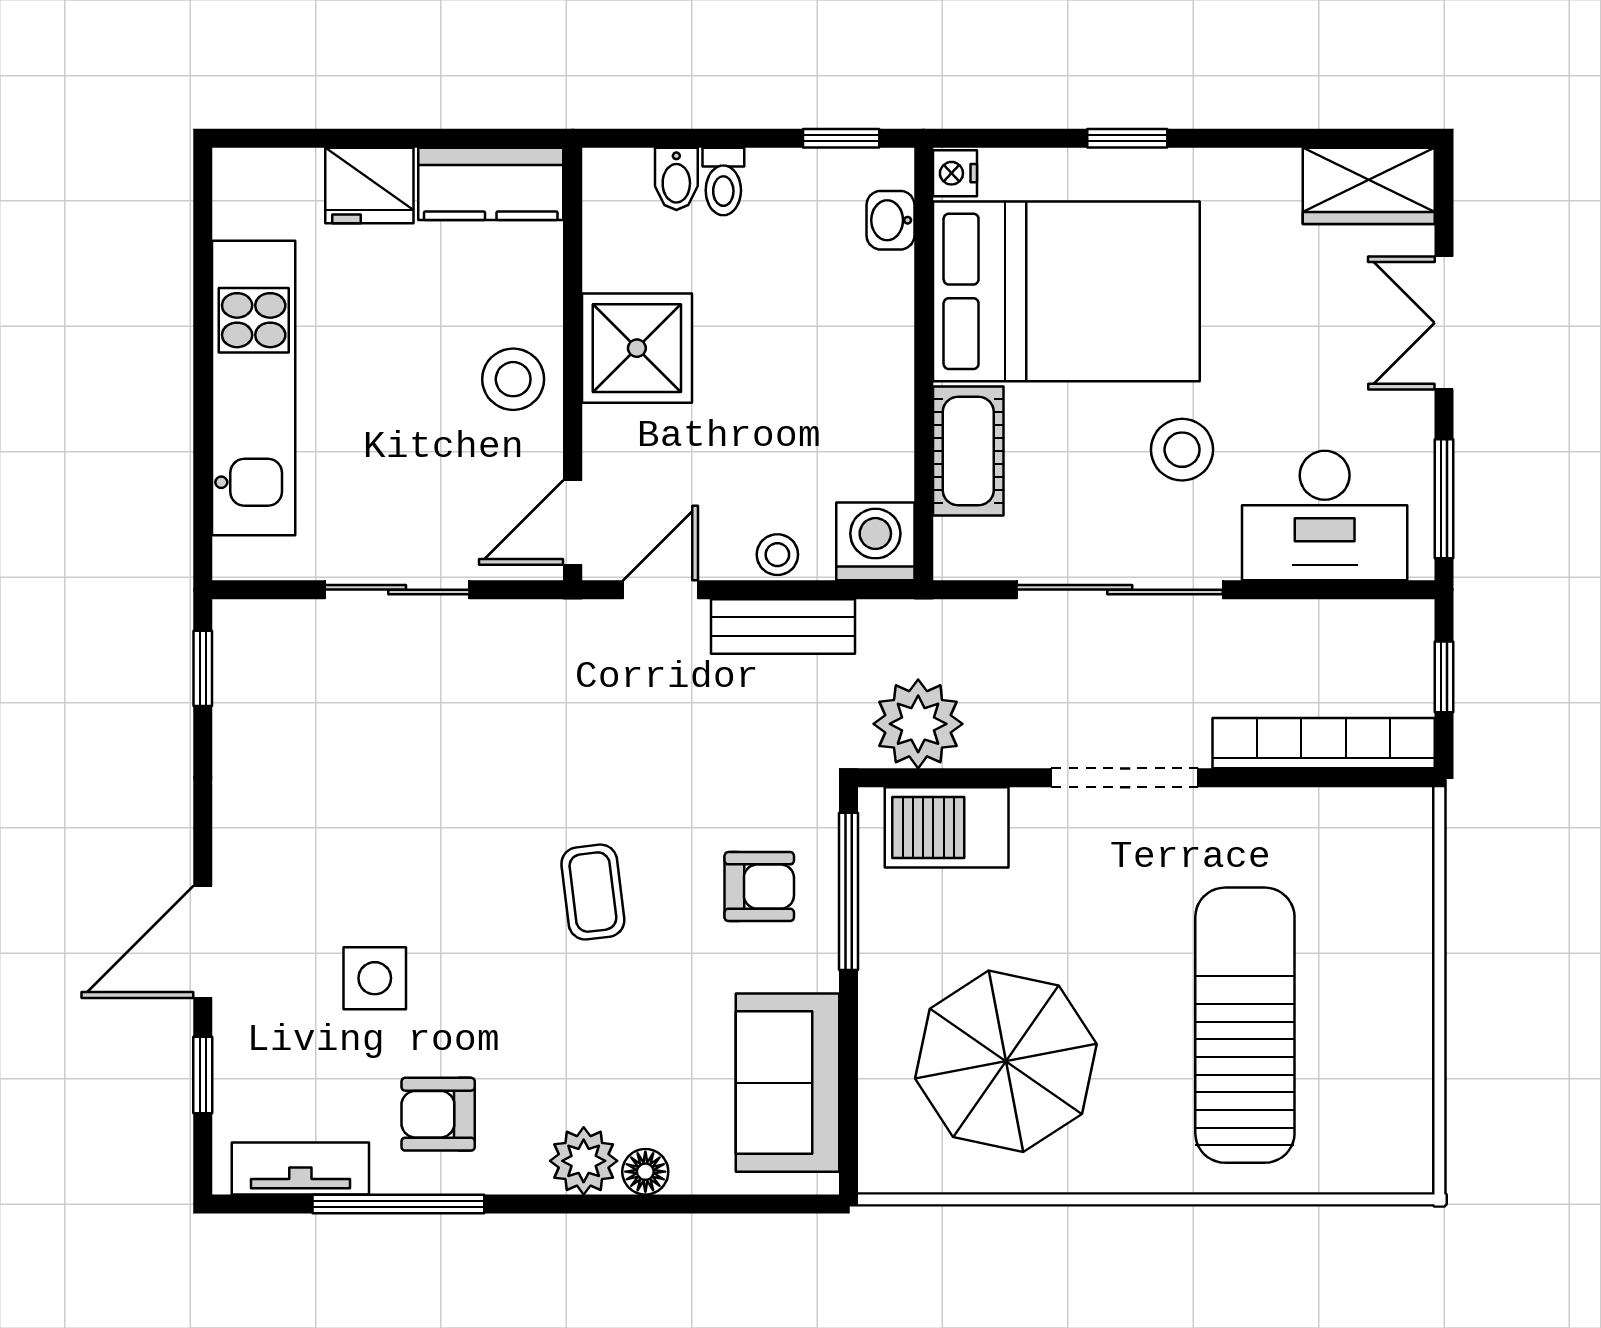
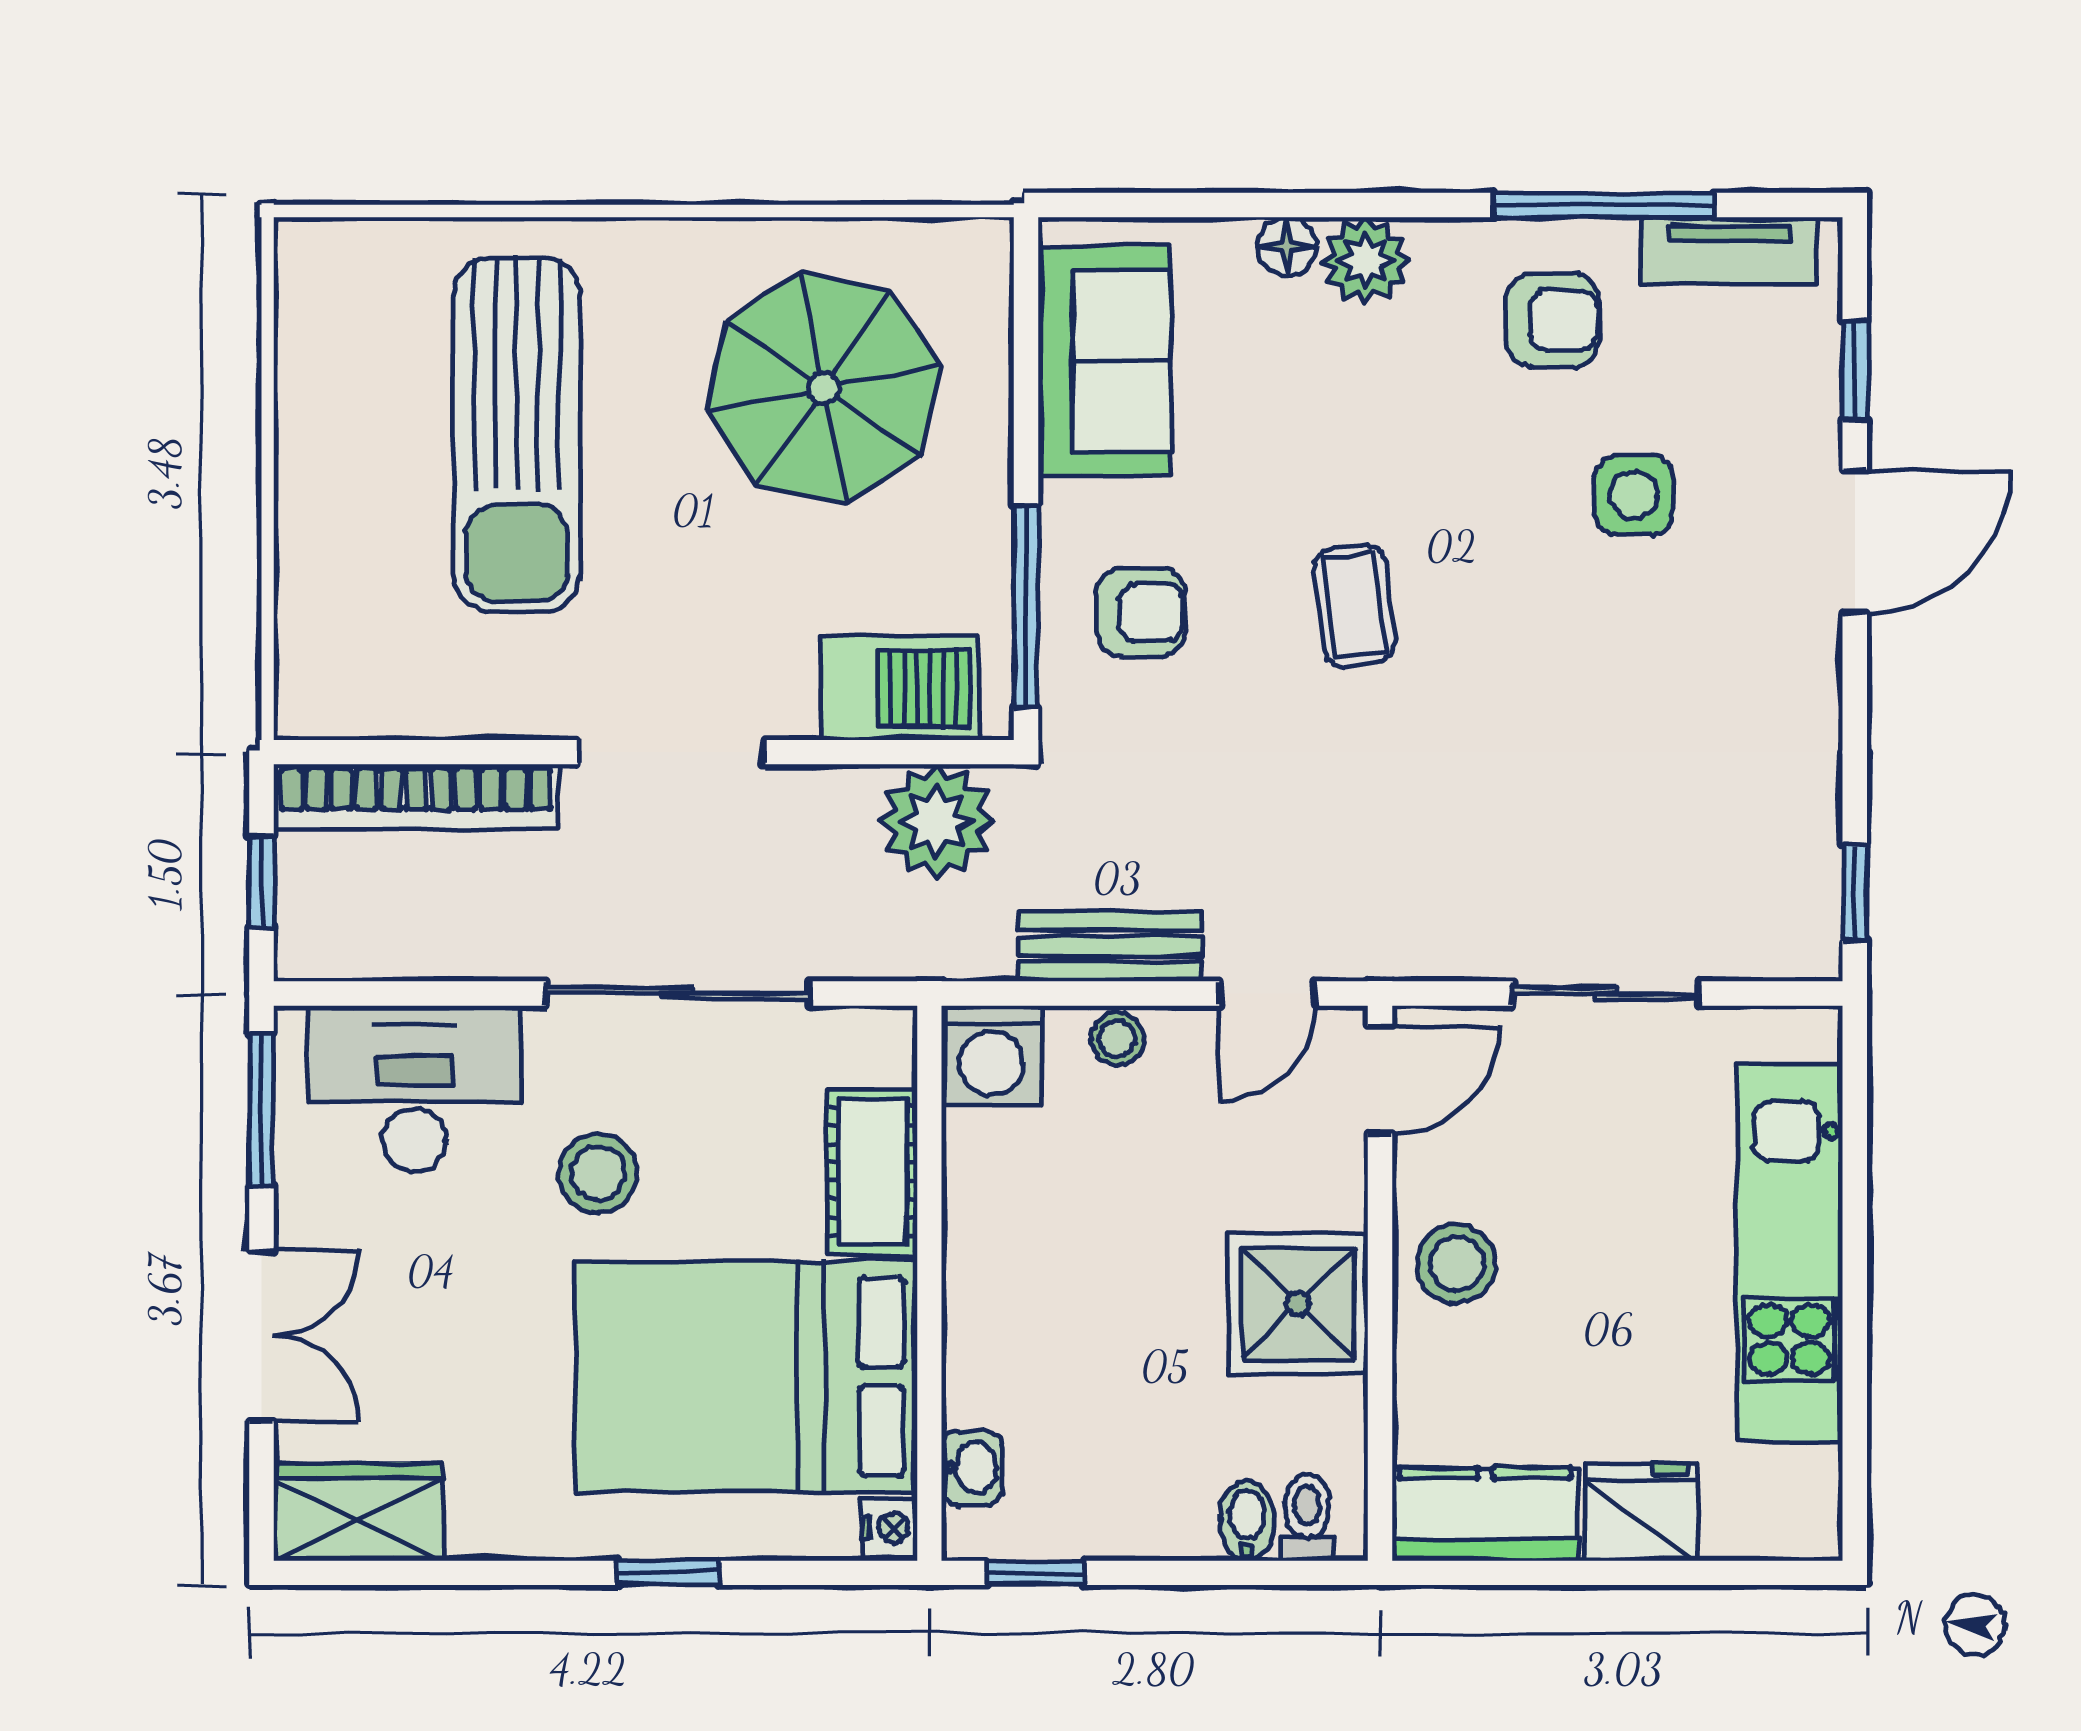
toilet: (723, 182) -> (1307, 1517), moved
armchair: (759, 887) -> (1141, 612), turned 180

